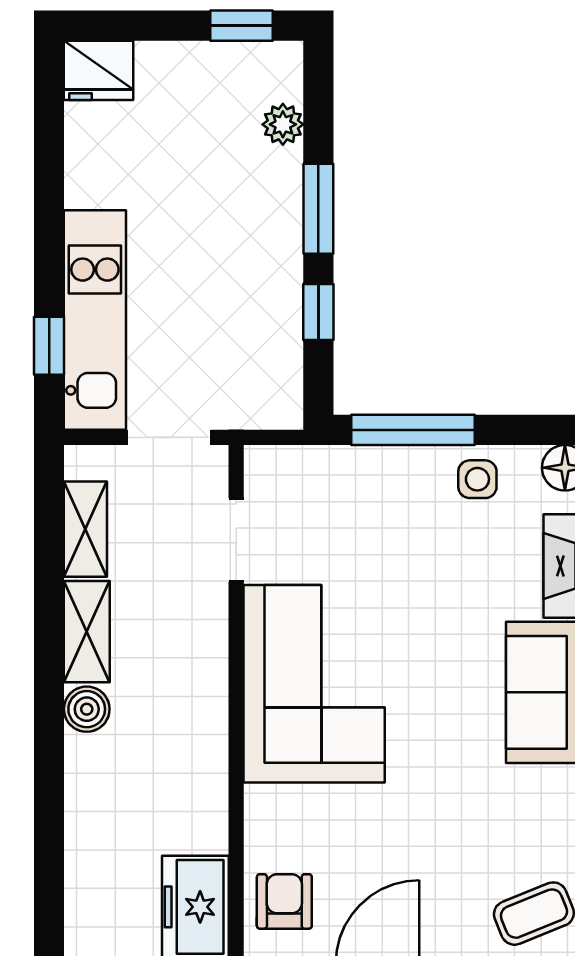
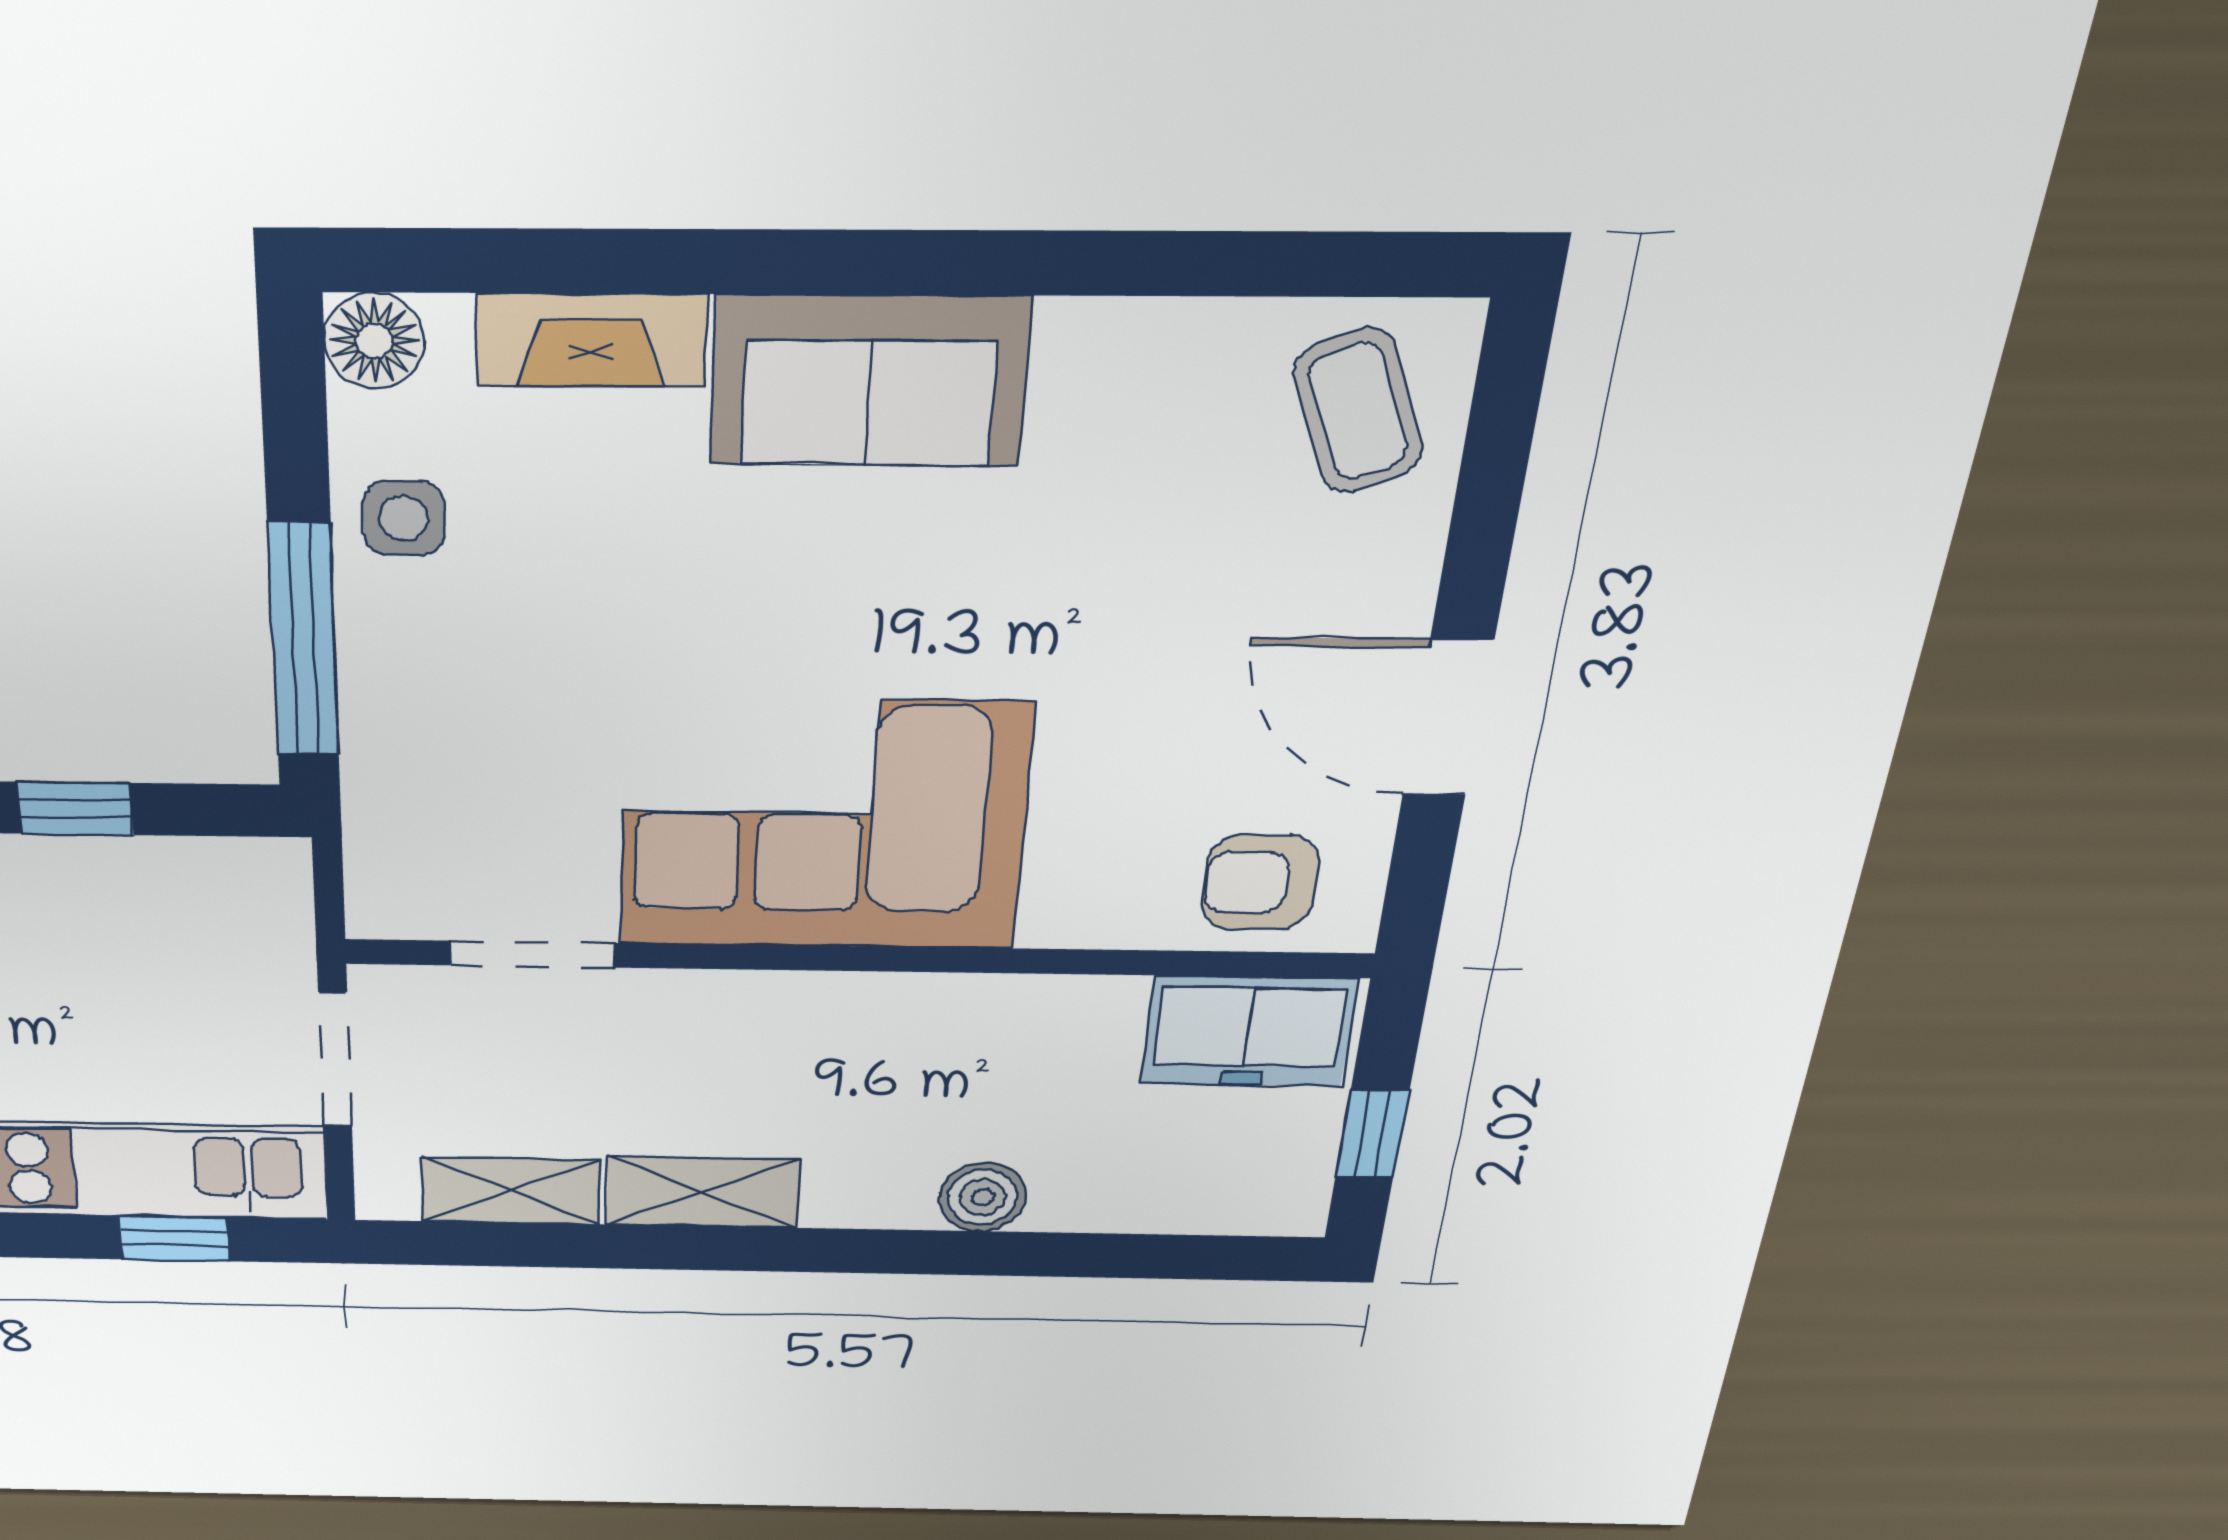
boiler: (87, 709) -> (983, 1197), moved

